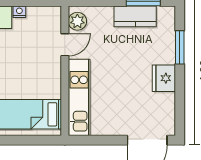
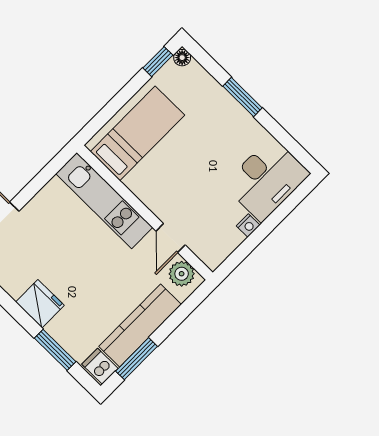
kitchen counter: (135, 16) -> (140, 325), width x1.50
dishwasher: (166, 16) -> (100, 366), added

